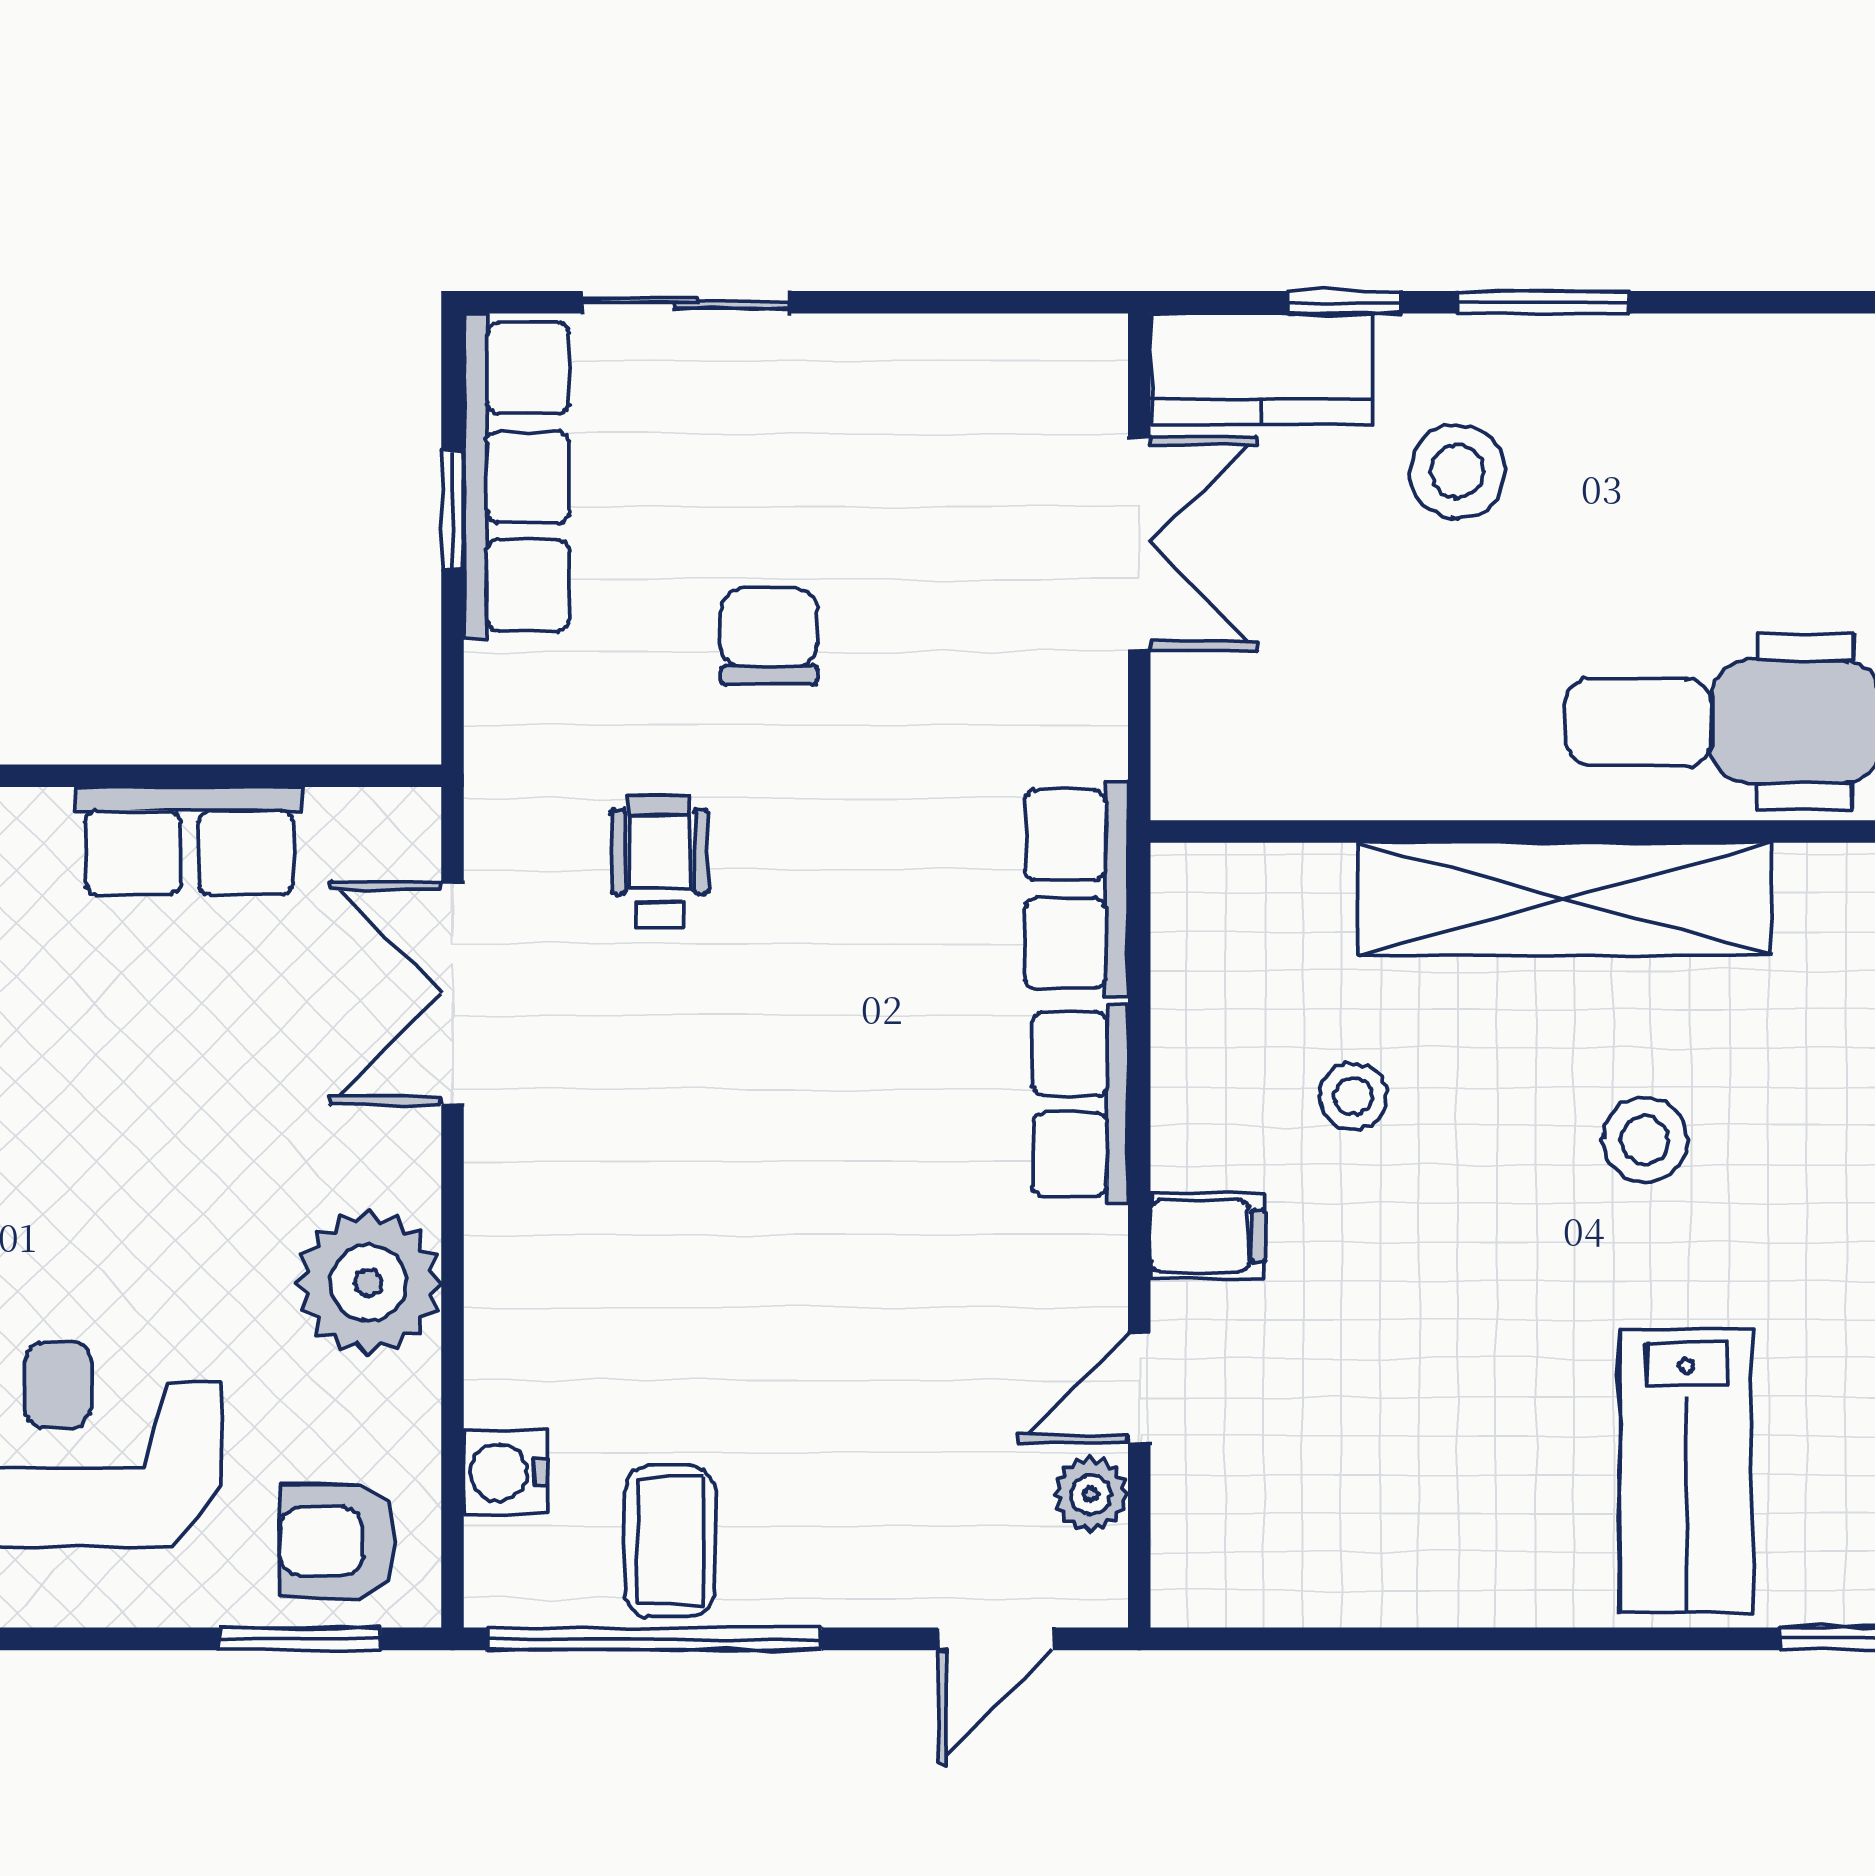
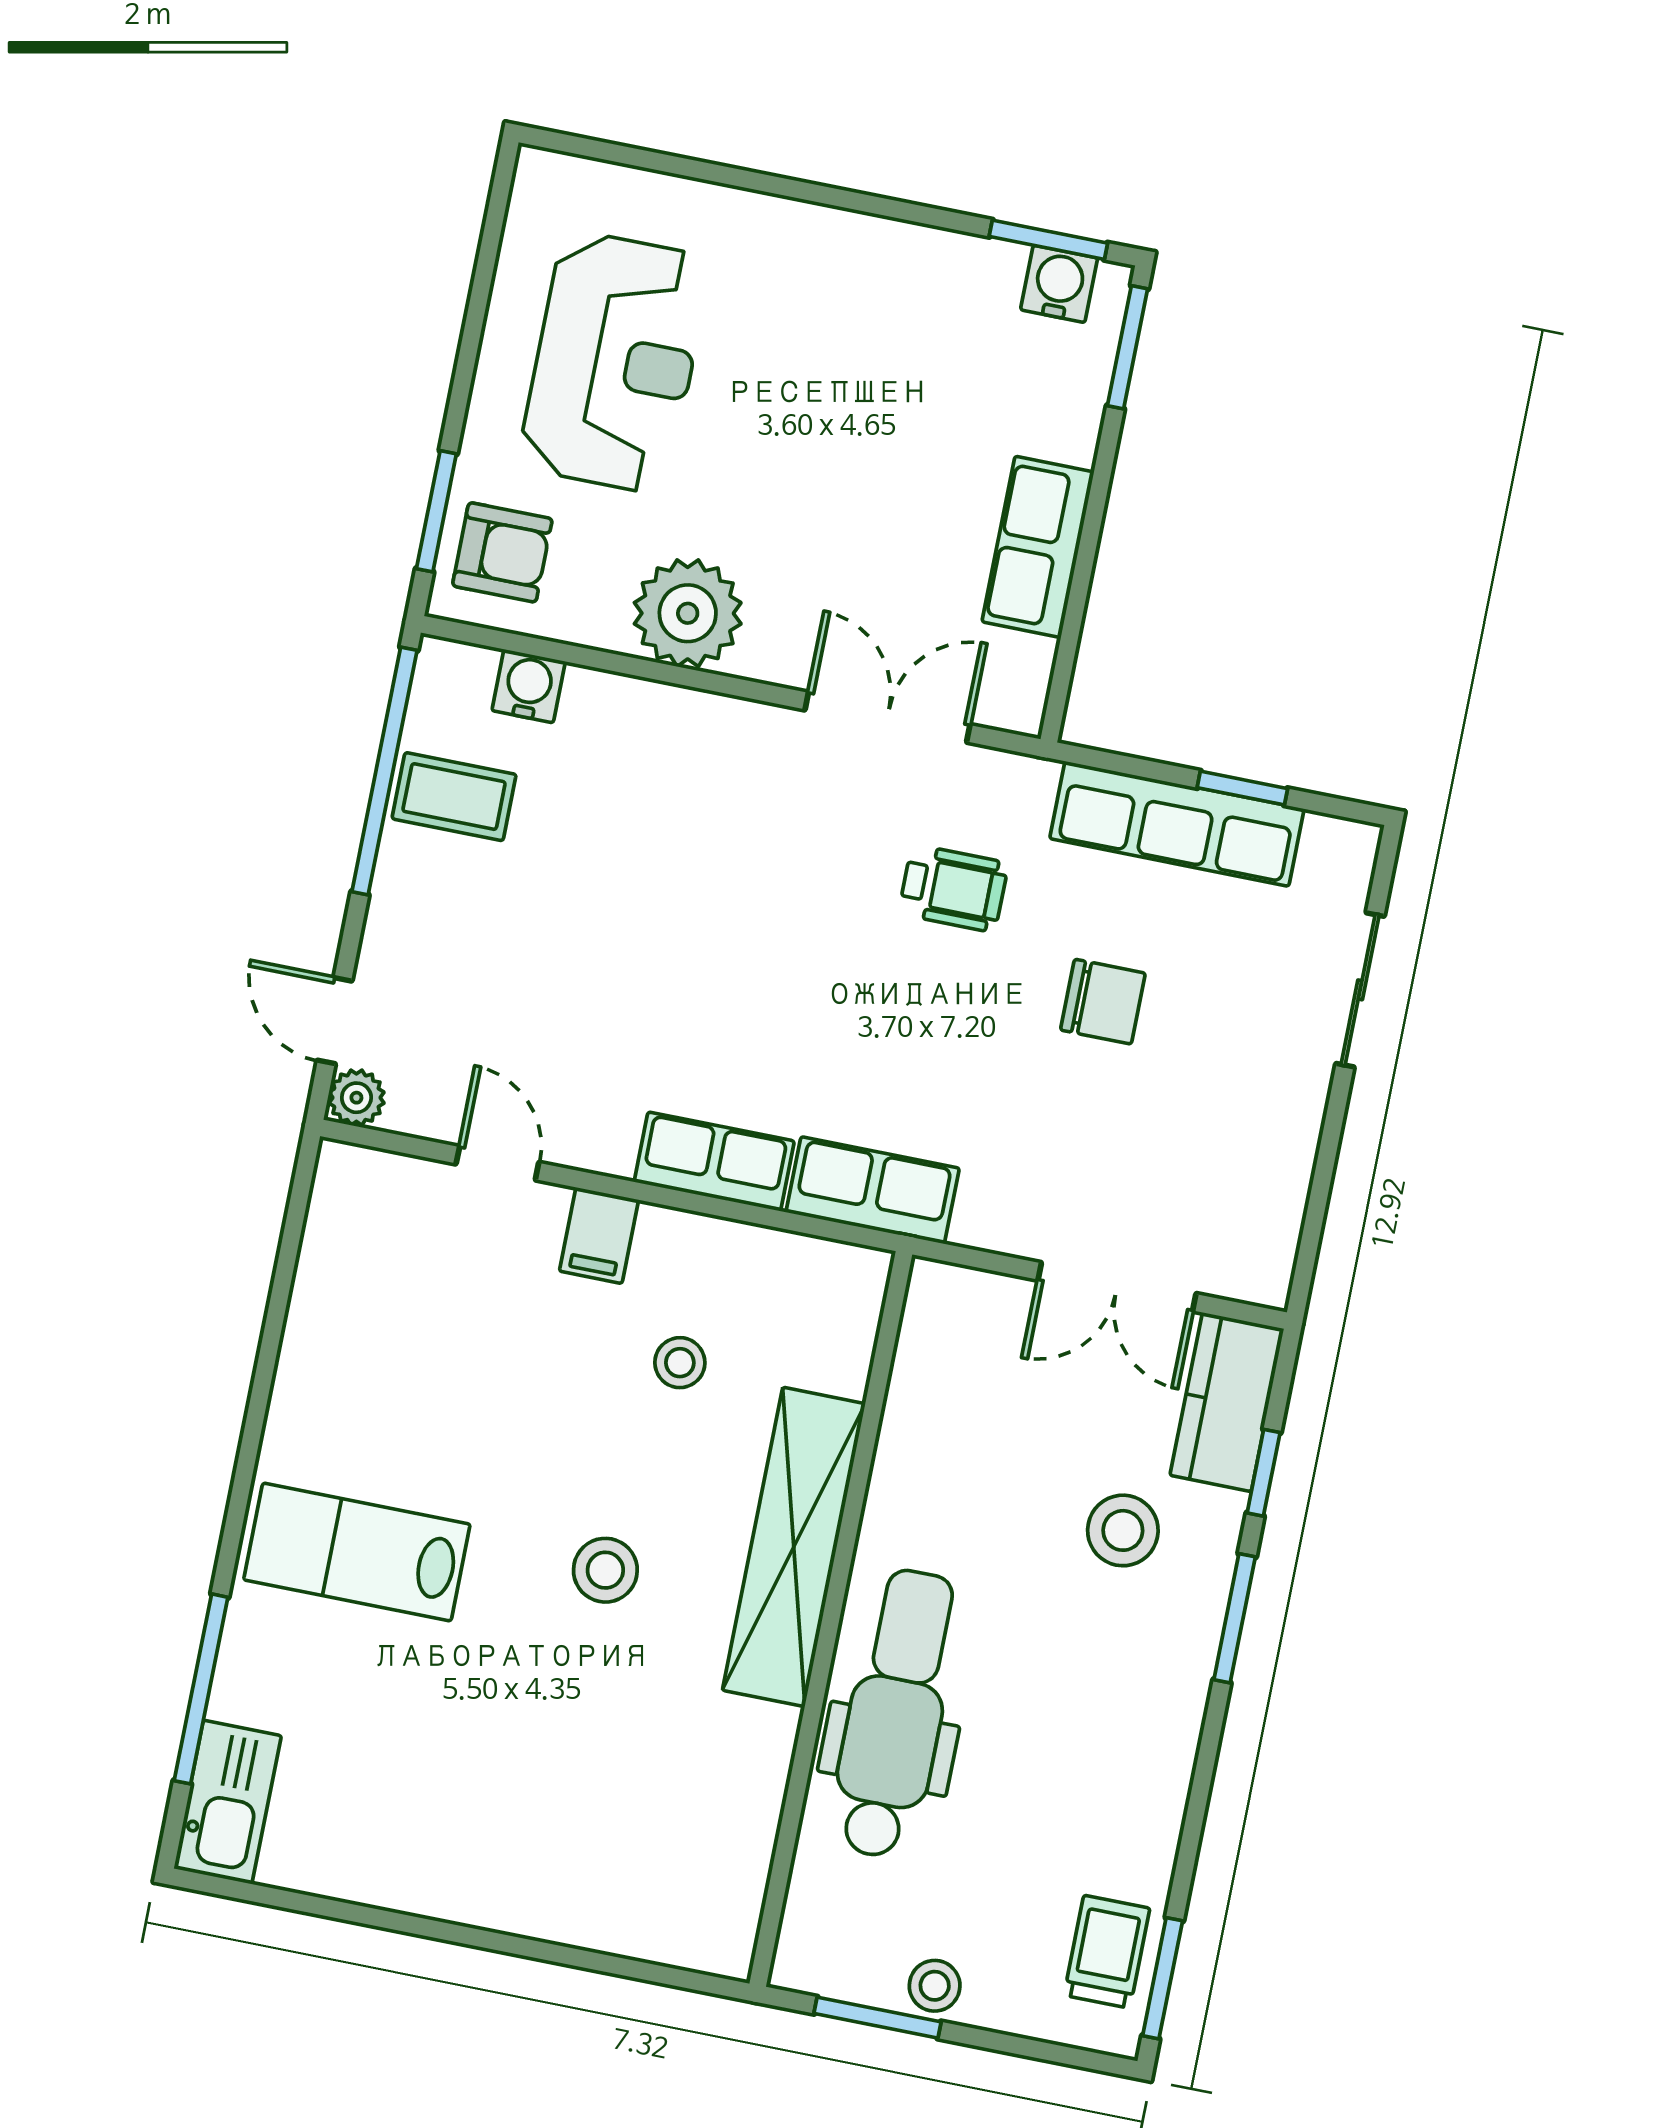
row of seats: (516, 477) -> (1177, 824), moved
plant: (1090, 1494) -> (356, 1098), moved
armchair: (337, 1542) -> (502, 552), turned 90

